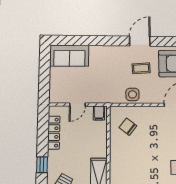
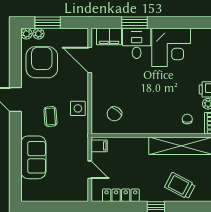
sofa: (69, 56) -> (33, 157), moved
coffee table: (141, 68) -> (50, 116), moved

